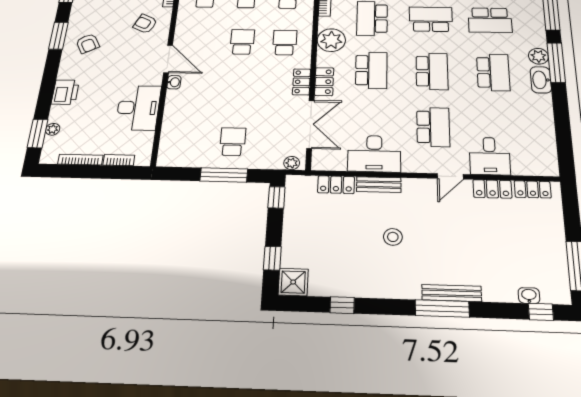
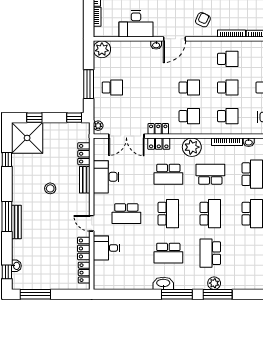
plant: (538, 56) -> (214, 283), moved
school desk: (432, 71) -> (168, 214), turned -90
plant: (171, 155) -> (102, 49), added
shower: (293, 282) -> (27, 138), width x1.86, depth x1.86

